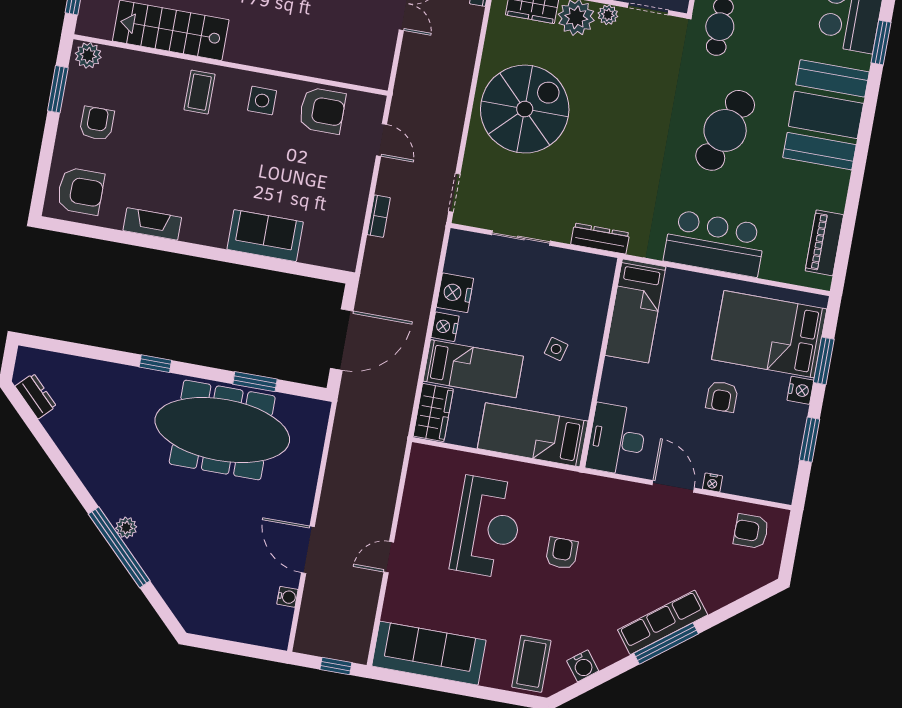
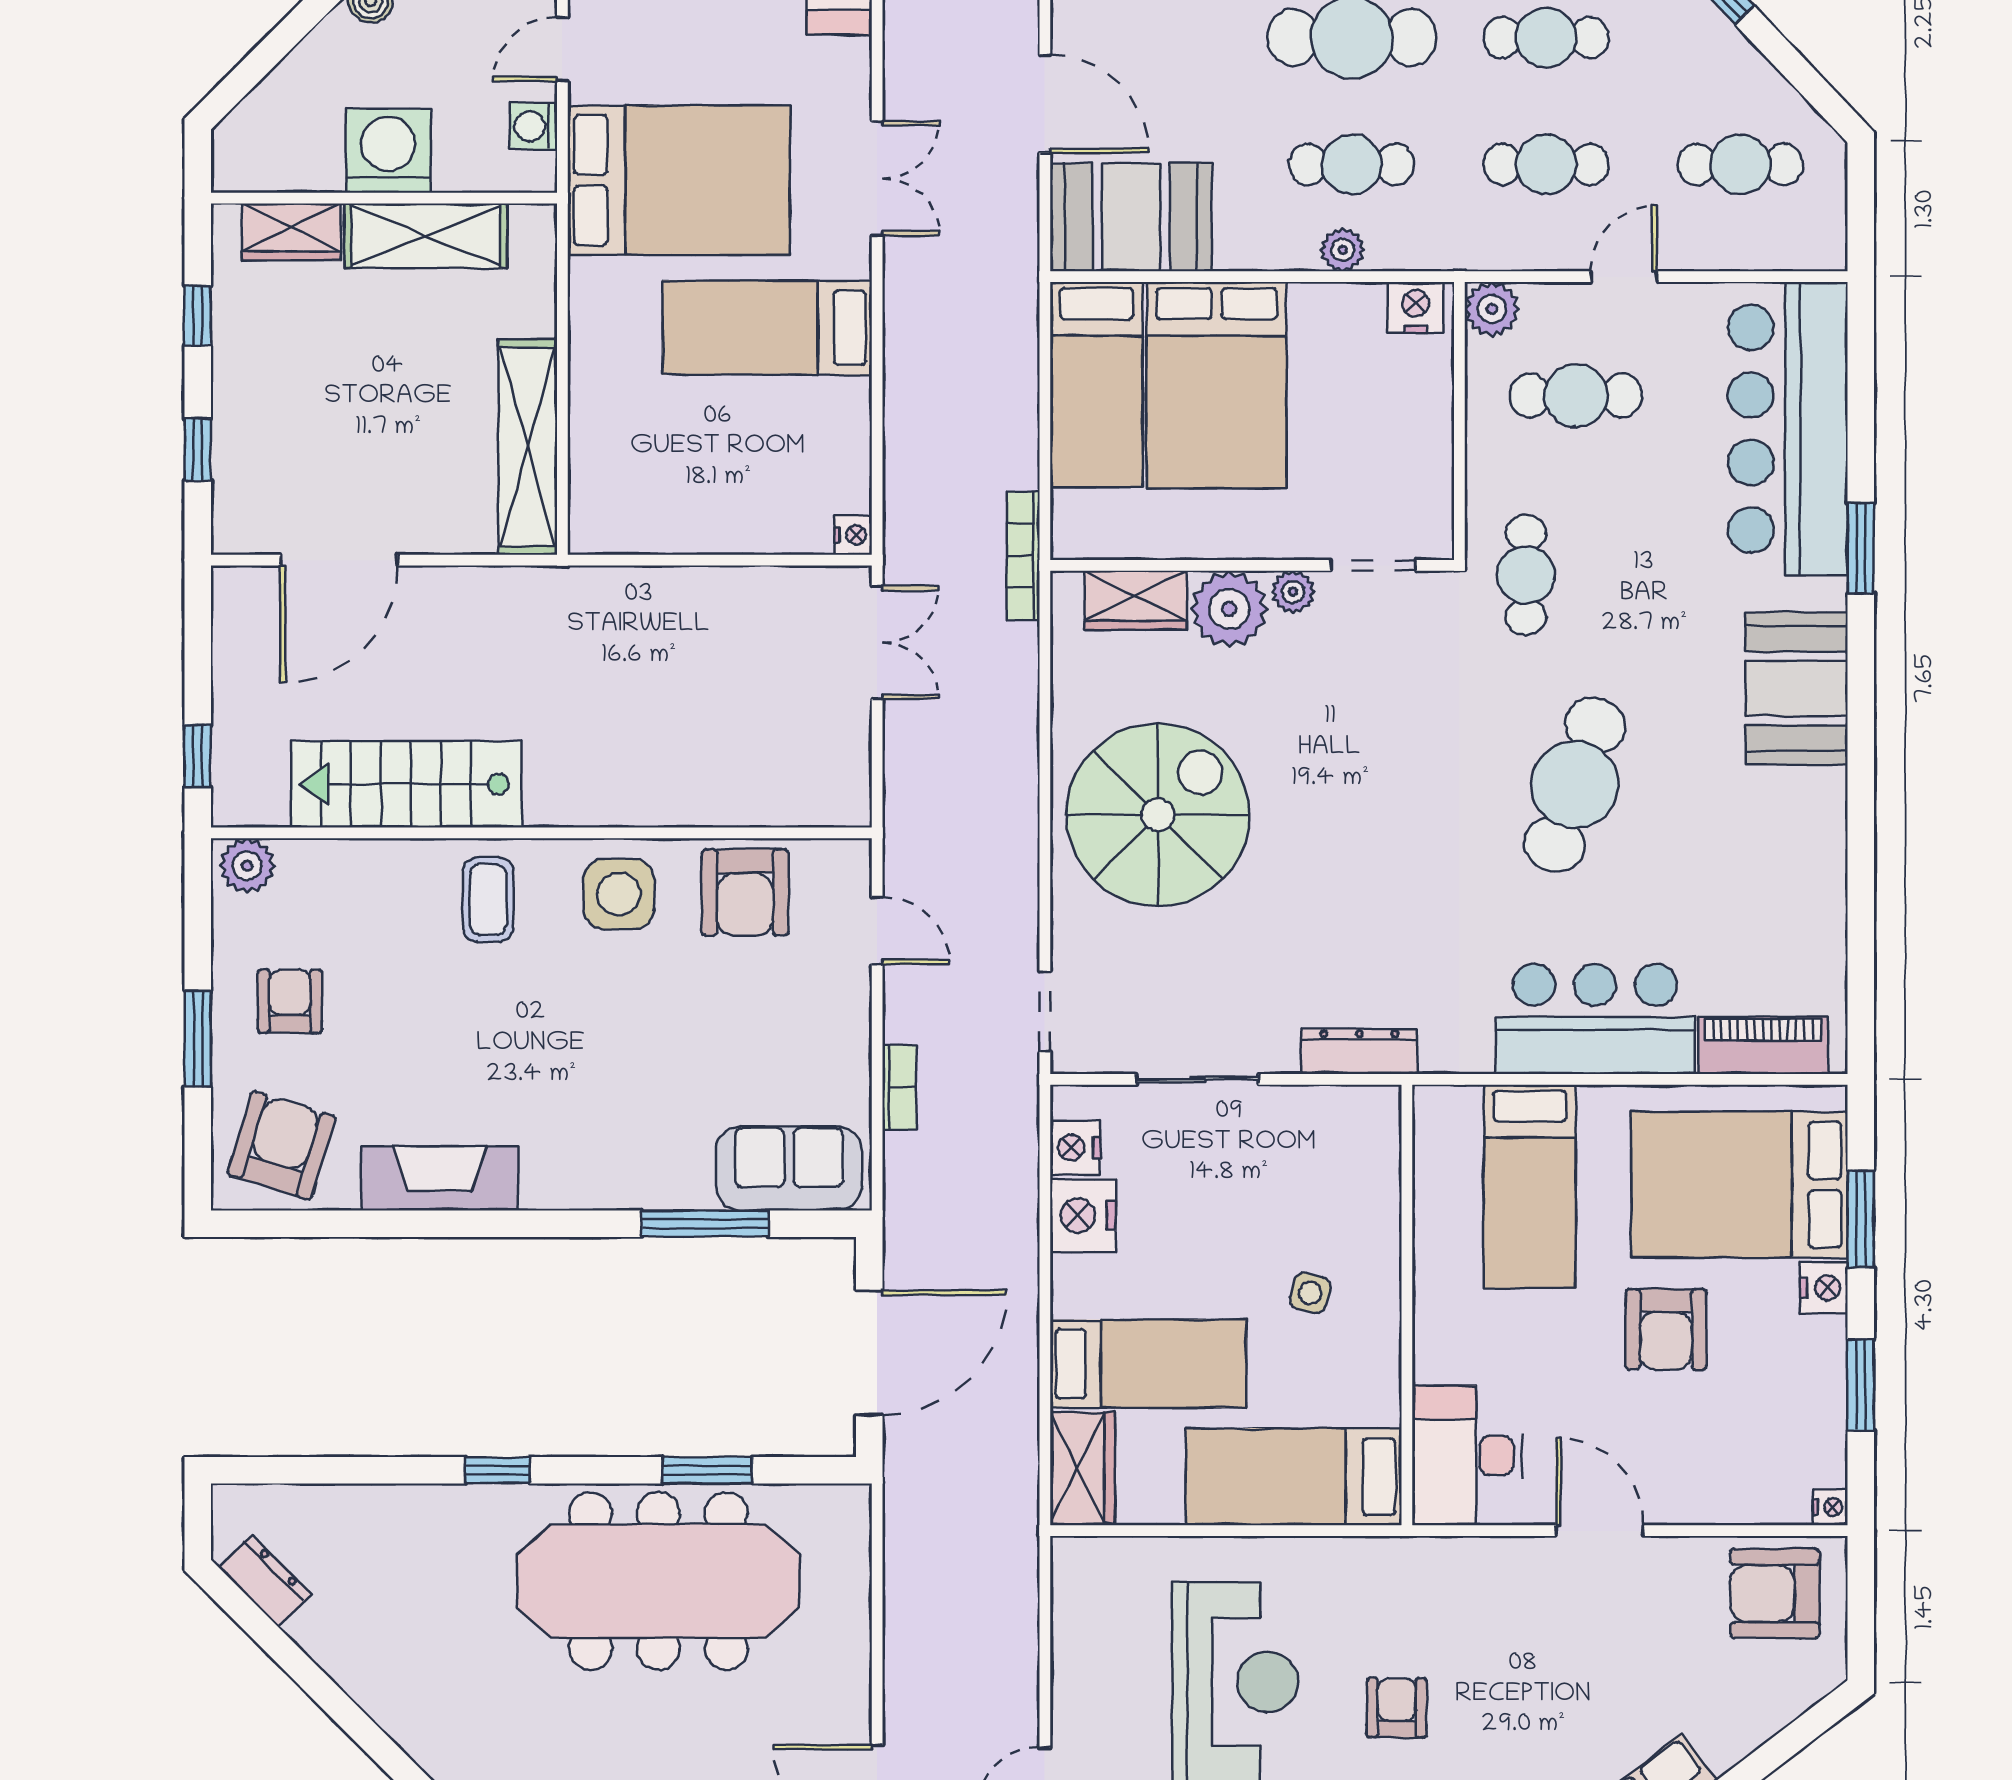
window: (58, 89) -> (198, 1039), moved
side table: (262, 101) -> (619, 894), width x1.37, depth x1.37
armchair: (322, 111) -> (745, 892), turned 90
booth: (826, 115) -> (1797, 688), width x0.73, depth x0.70
armchair: (81, 191) -> (281, 1145), turned -73
fireplace: (152, 224) -> (440, 1178), width x1.37, depth x1.32
sofa: (265, 236) -> (789, 1168), moved
piano: (824, 243) -> (1763, 1045), moved, turned 90
window: (275, 264) -> (705, 1224), added
bed: (635, 311) -> (1530, 1186), moved
nightstand: (445, 327) -> (1075, 1148), moved
armchair: (722, 397) -> (1666, 1329), width x1.38, depth x1.38
nightstand: (712, 482) -> (1830, 1507), moved, turned -90
armchair: (751, 531) -> (1775, 1593), width x1.38, depth x1.38

